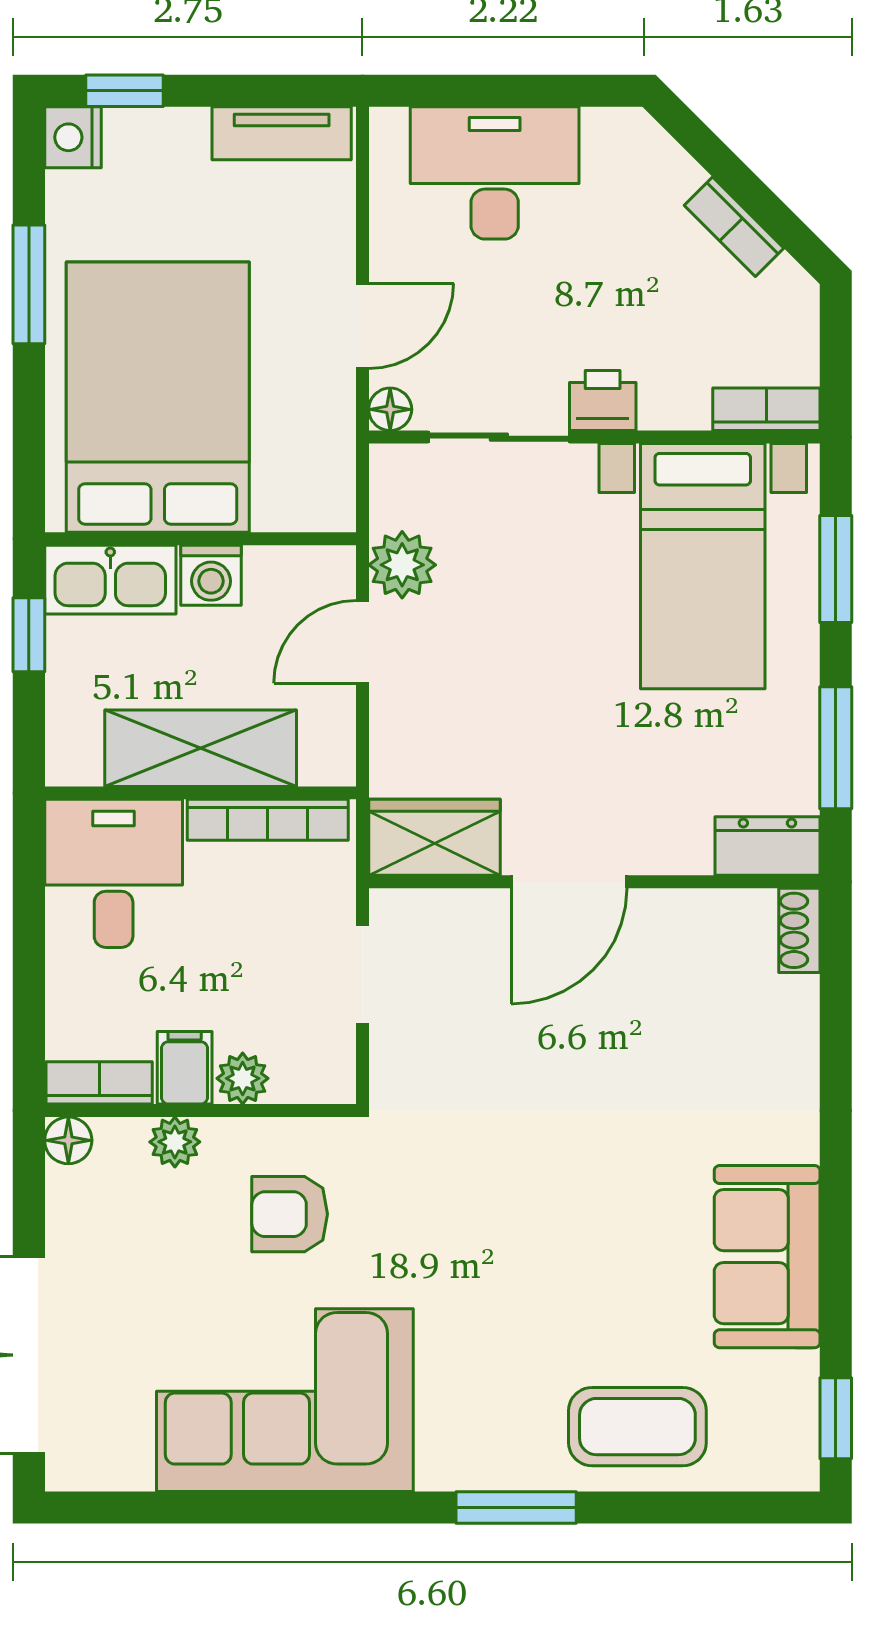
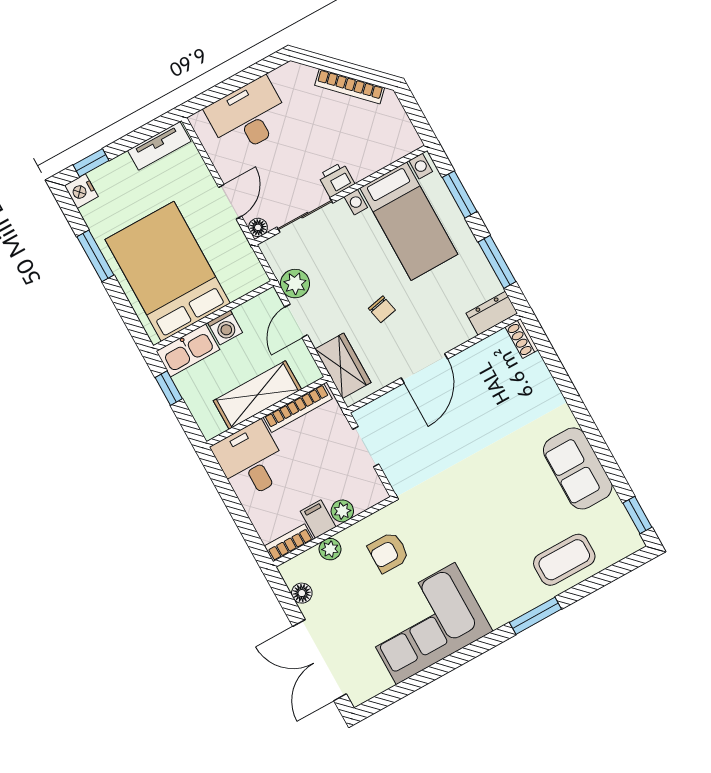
bookcase: (734, 227) -> (350, 86), width x1.56
bookcase: (766, 409) -> (400, 149), removed
chair: (549, 714) -> (382, 309), added
wardrobe: (434, 837) -> (343, 366), moved, turned 90
floor lamp: (68, 1140) -> (302, 593), moved

